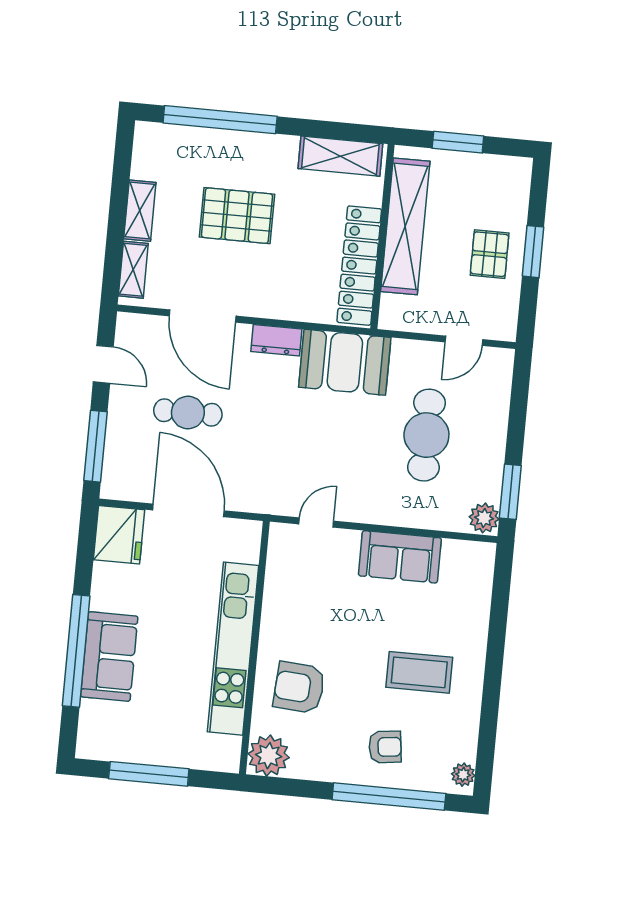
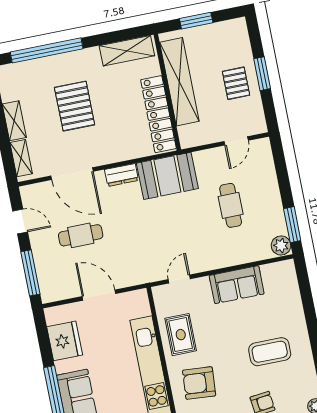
pallet: (237, 216) -> (75, 106), turned 90
cafe table: (426, 435) -> (231, 205), width x0.73, depth x0.74
door: (188, 510) -> (99, 295), width x0.73
fridge: (119, 535) -> (65, 341), moved
rug: (293, 607) -> (181, 335), added

